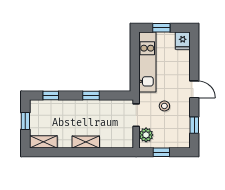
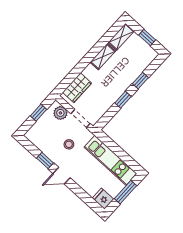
window: (161, 28) -> (126, 192), width x1.50
window: (51, 96) -> (140, 81), moved
window: (194, 125) -> (45, 161), moved
wardrobe: (114, 140) -> (77, 88), added
shelving: (86, 142) -> (103, 57), moved

